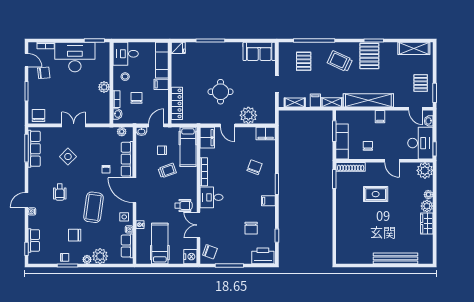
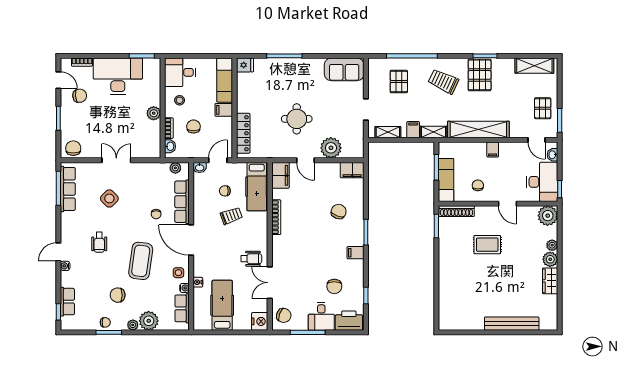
desk: (211, 197) -> (321, 316), moved, turned -90

